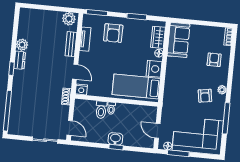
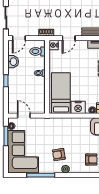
toilet: (101, 110) -> (38, 51), moved
door: (157, 131) -> (24, 116), hinge flipped
washbasin: (115, 139) -> (13, 62), moved

